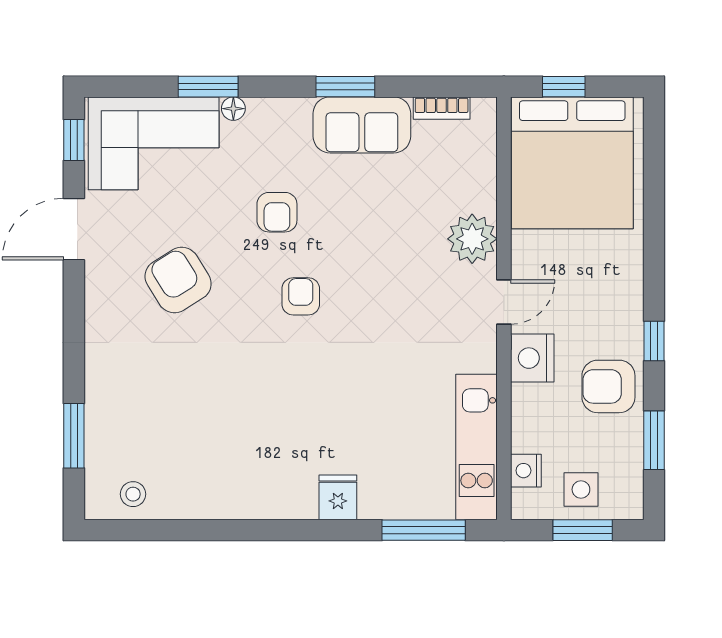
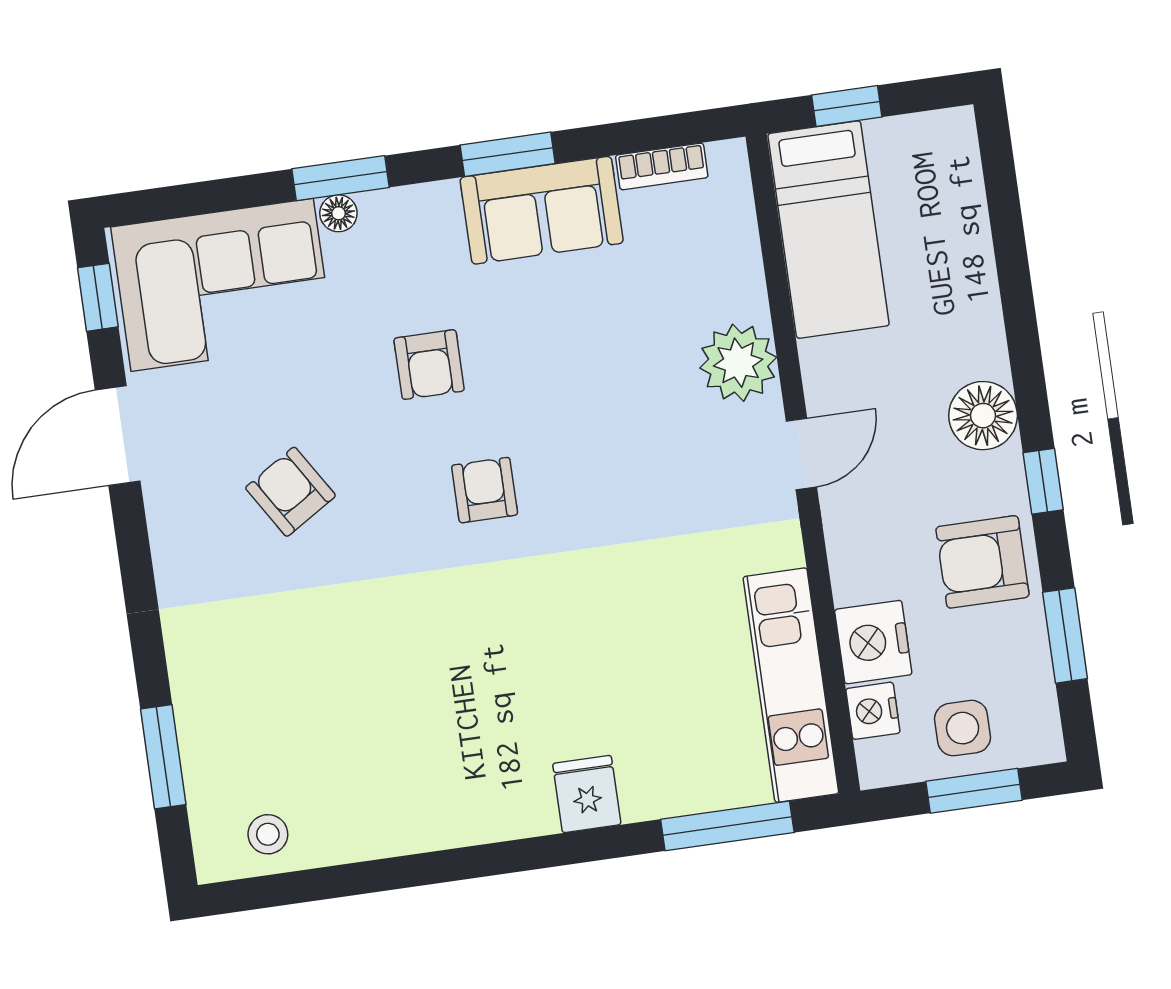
window: (208, 87) -> (340, 178), moved
bed: (572, 163) -> (829, 230), width x0.49
armchair: (178, 280) -> (290, 492), width x0.72, depth x0.72
floor lamp: (622, 294) -> (983, 416), added
nightstand: (532, 358) -> (873, 642), moved

